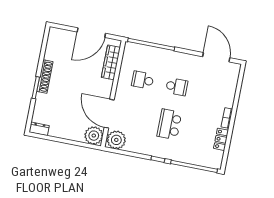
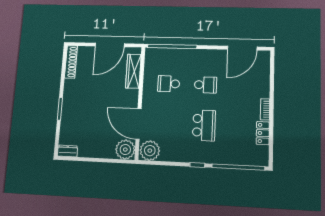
door: (216, 57) -> (242, 48), swing flipped
shoe rack: (45, 77) -> (71, 62), moved
school desk: (169, 124) -> (204, 125), turned 180

